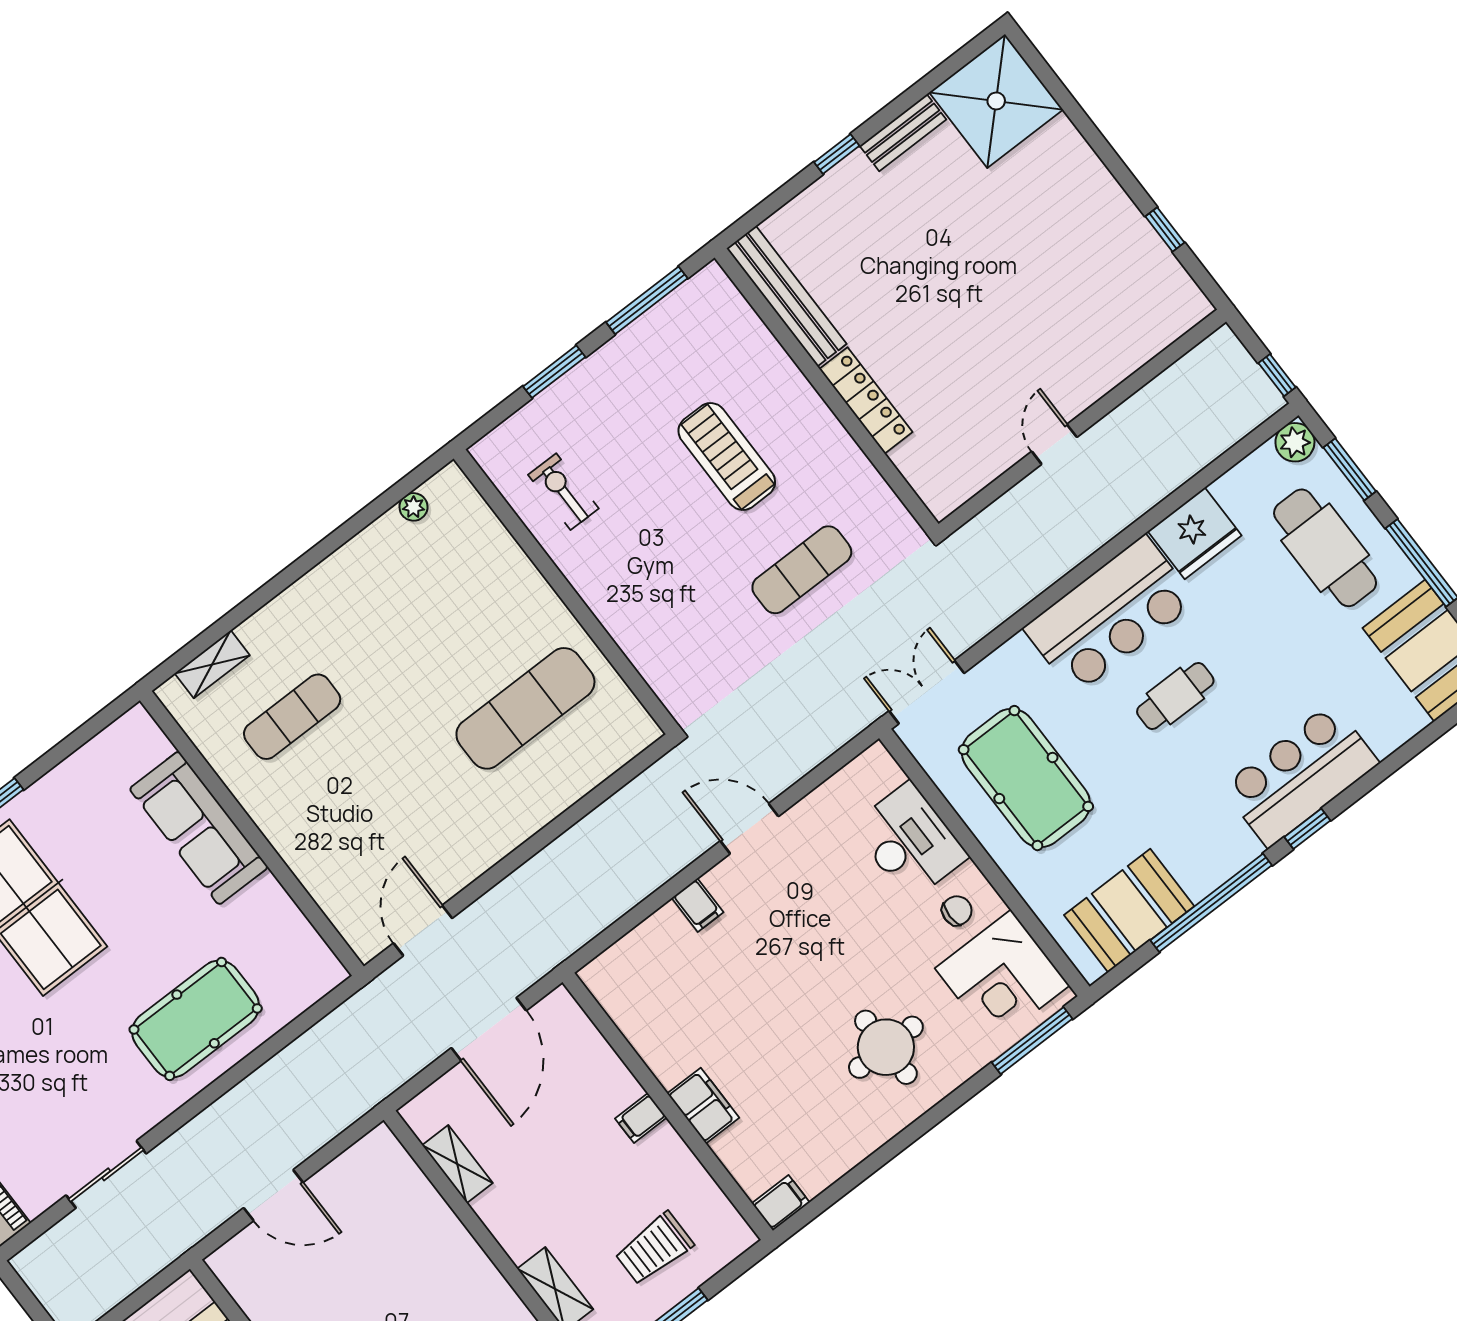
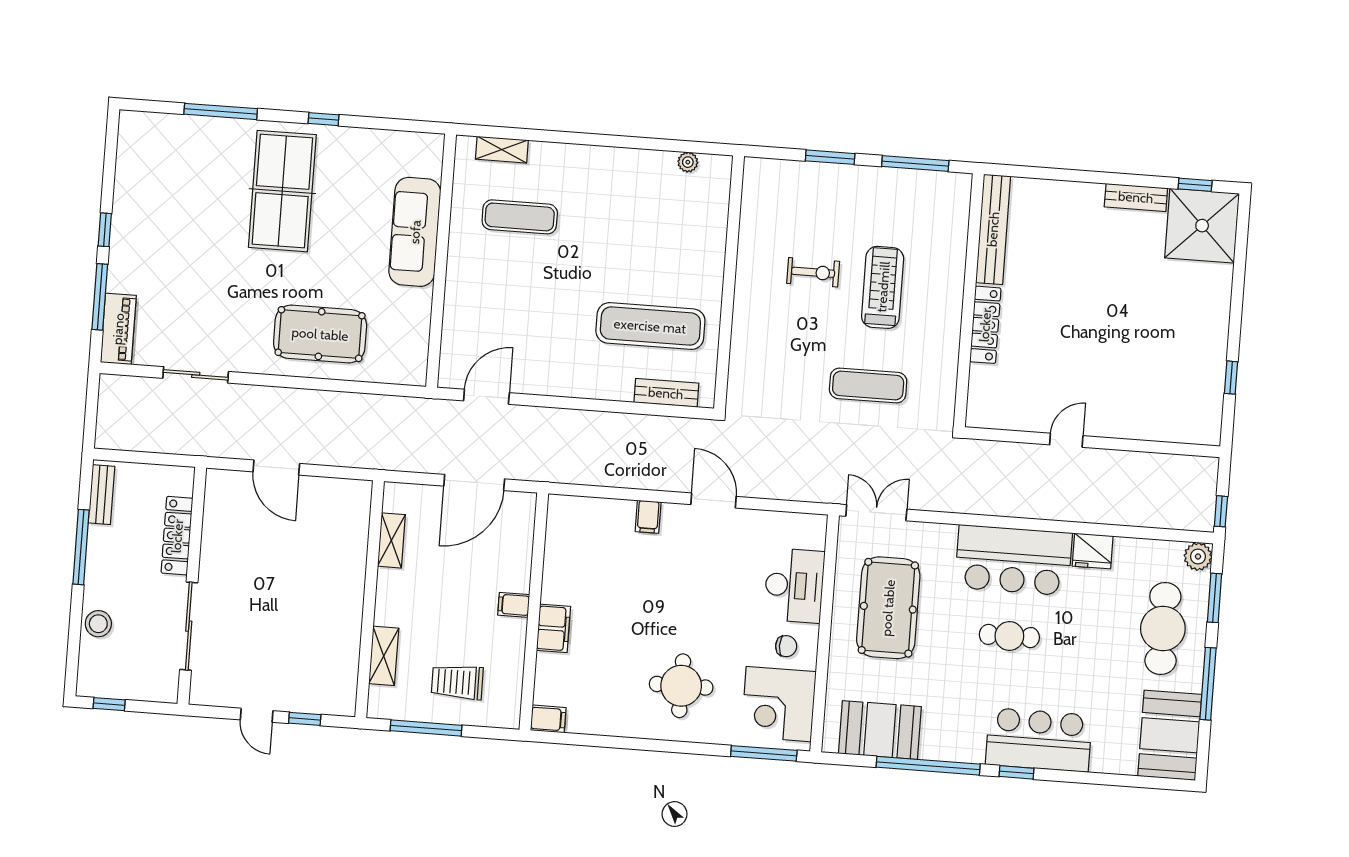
window: (837, 154) -> (1195, 185), moved
exercise bike: (563, 492) -> (813, 272), moved, turned 90
fridge: (1195, 533) -> (1093, 551), width x0.73, depth x0.75
bench: (603, 762) -> (666, 393), added

